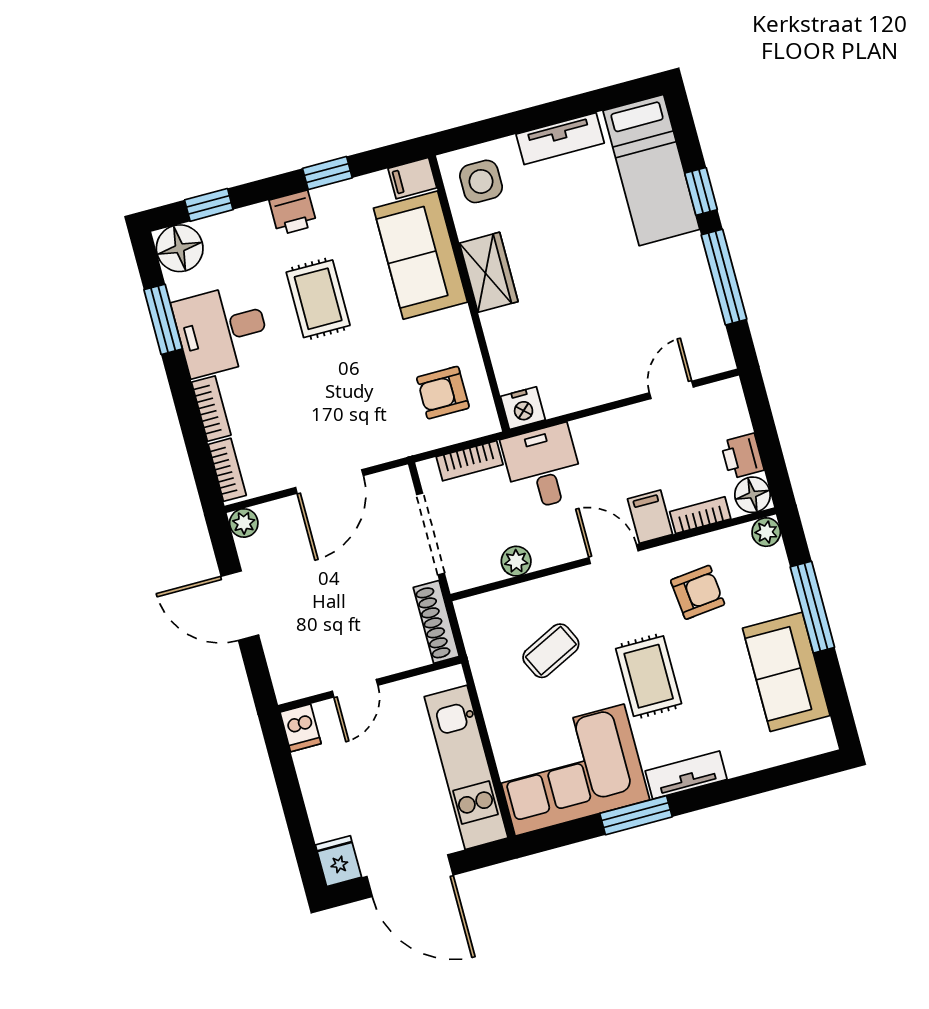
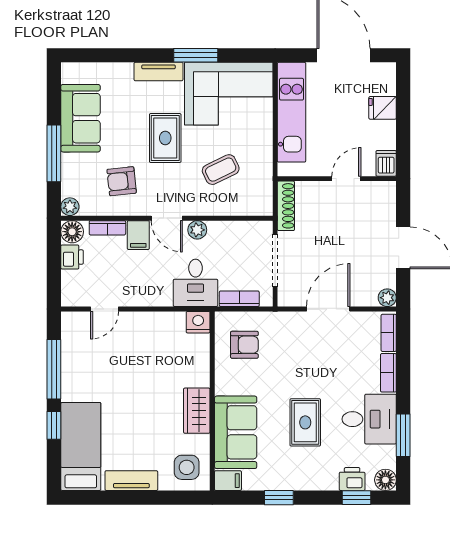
printer: (293, 213) -> (352, 479), moved
floor lamp: (180, 248) -> (385, 480), width x0.73, depth x0.73
plant: (516, 561) -> (197, 230), moved
fridge: (338, 861) -> (383, 108), moved, turned 90

